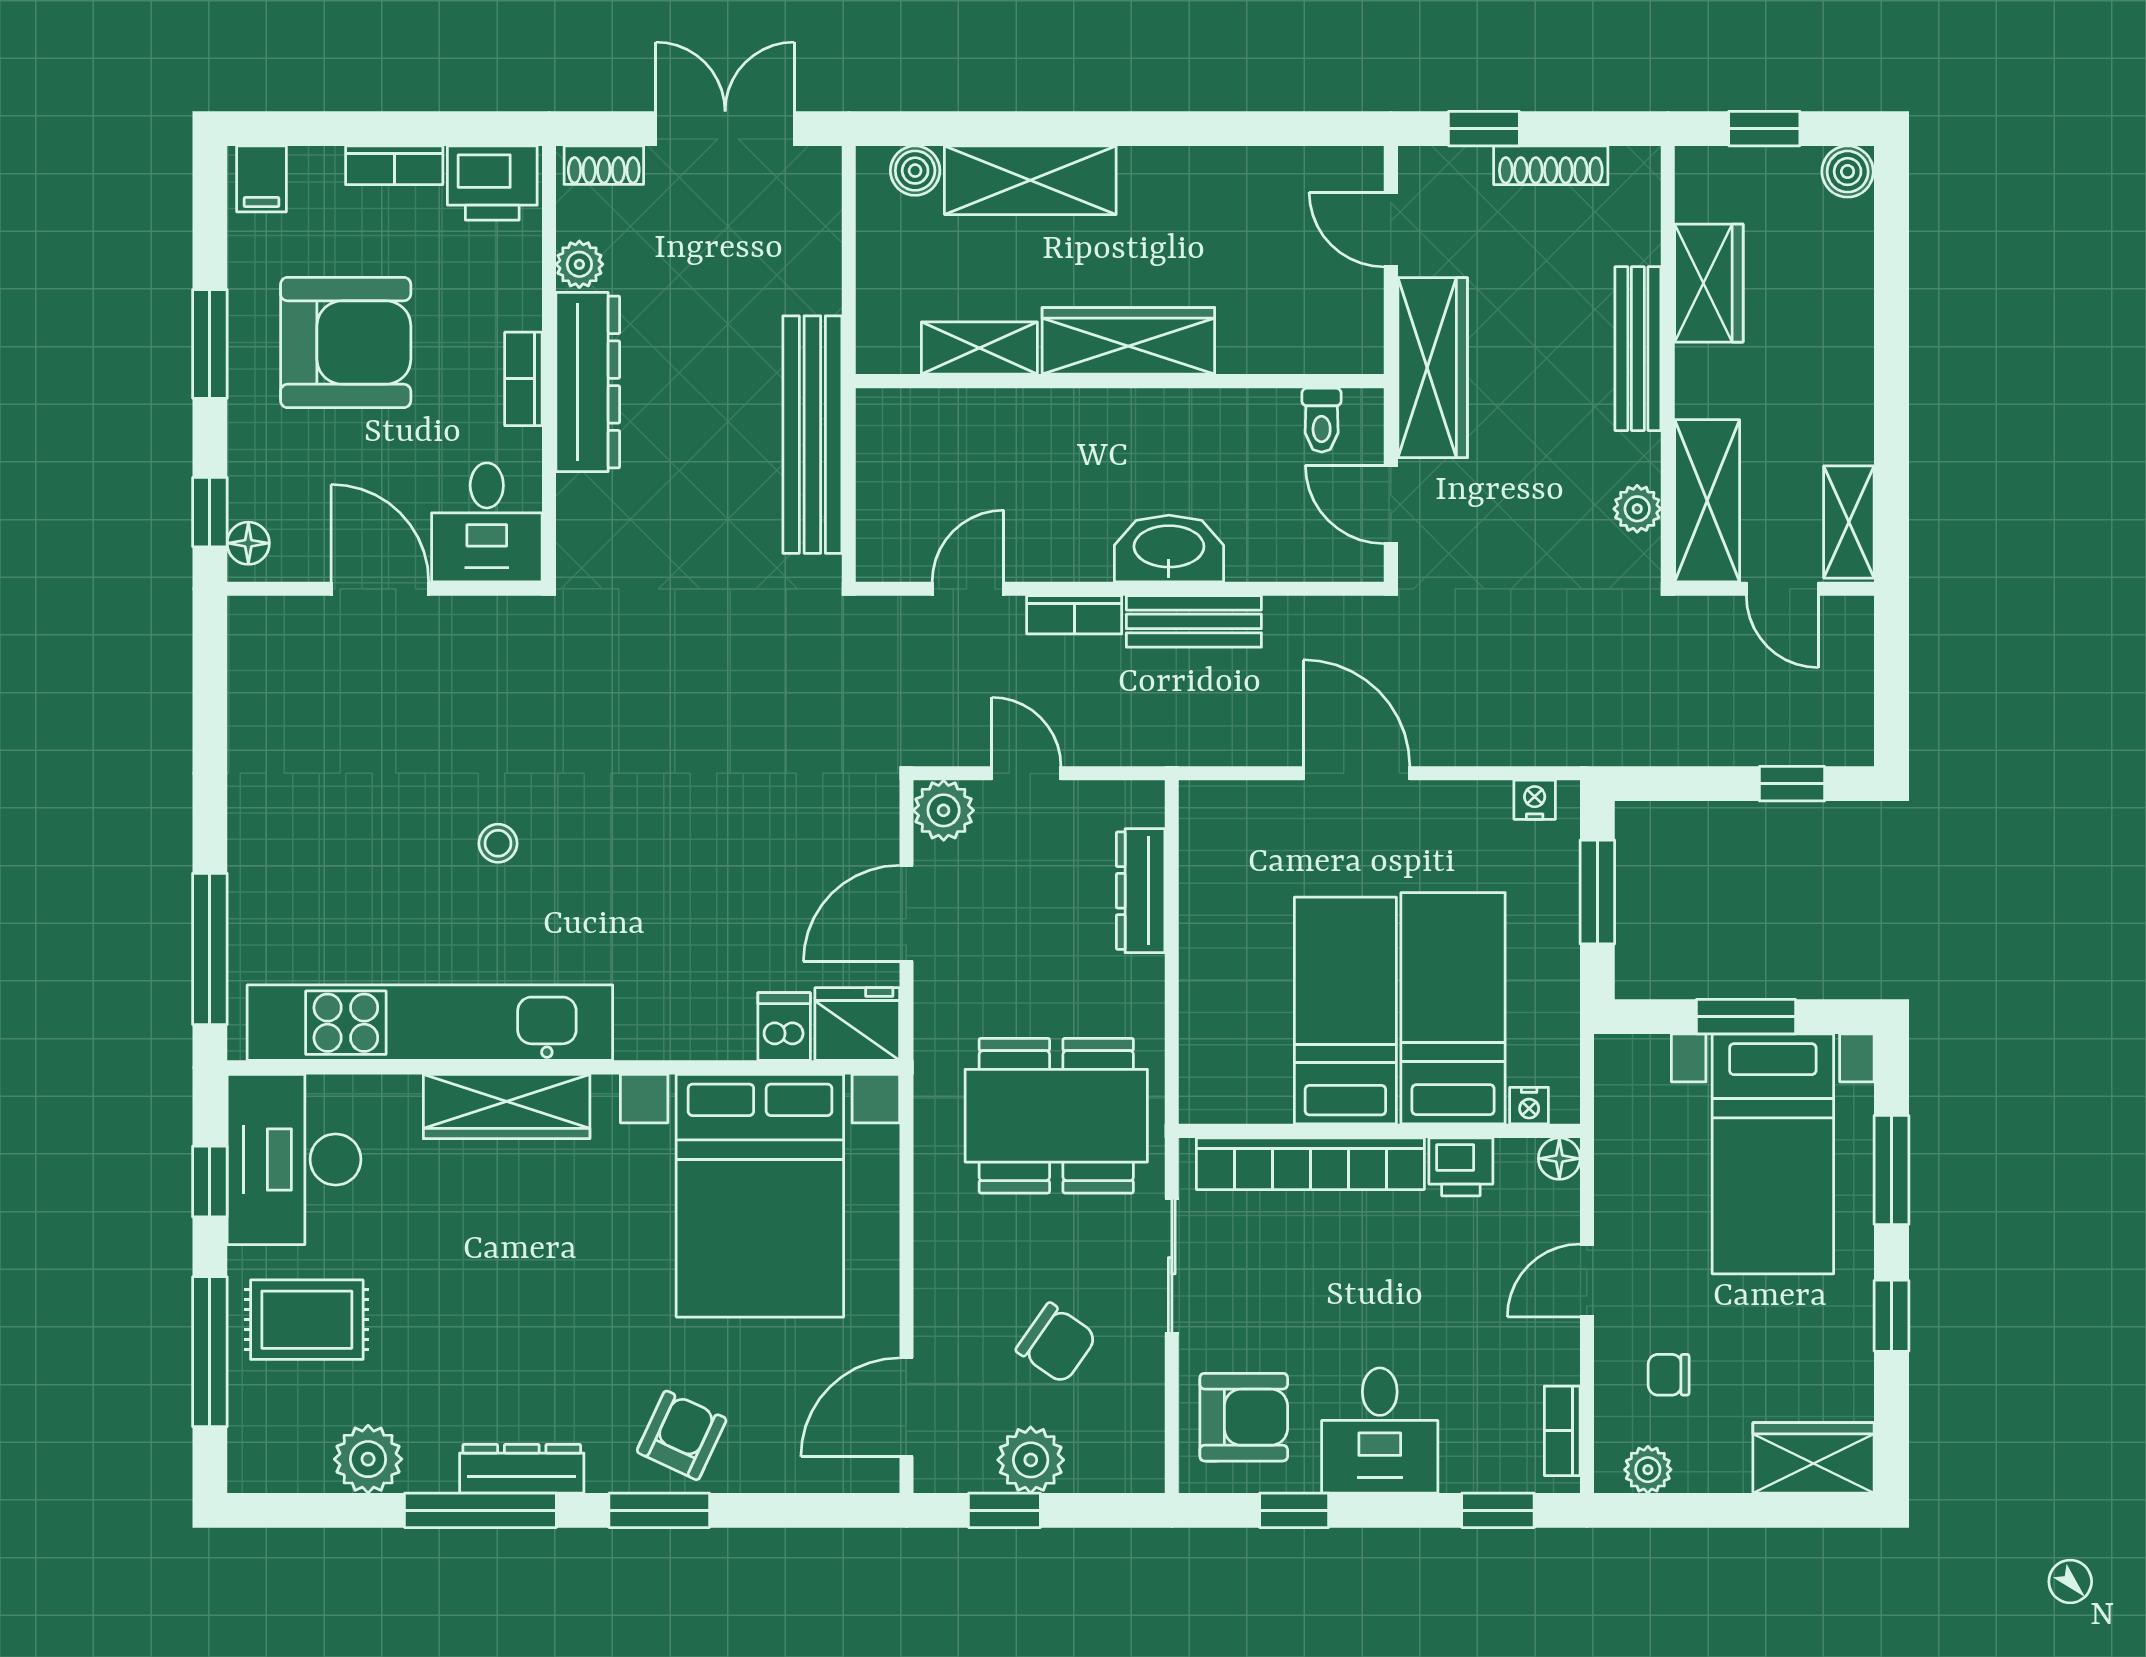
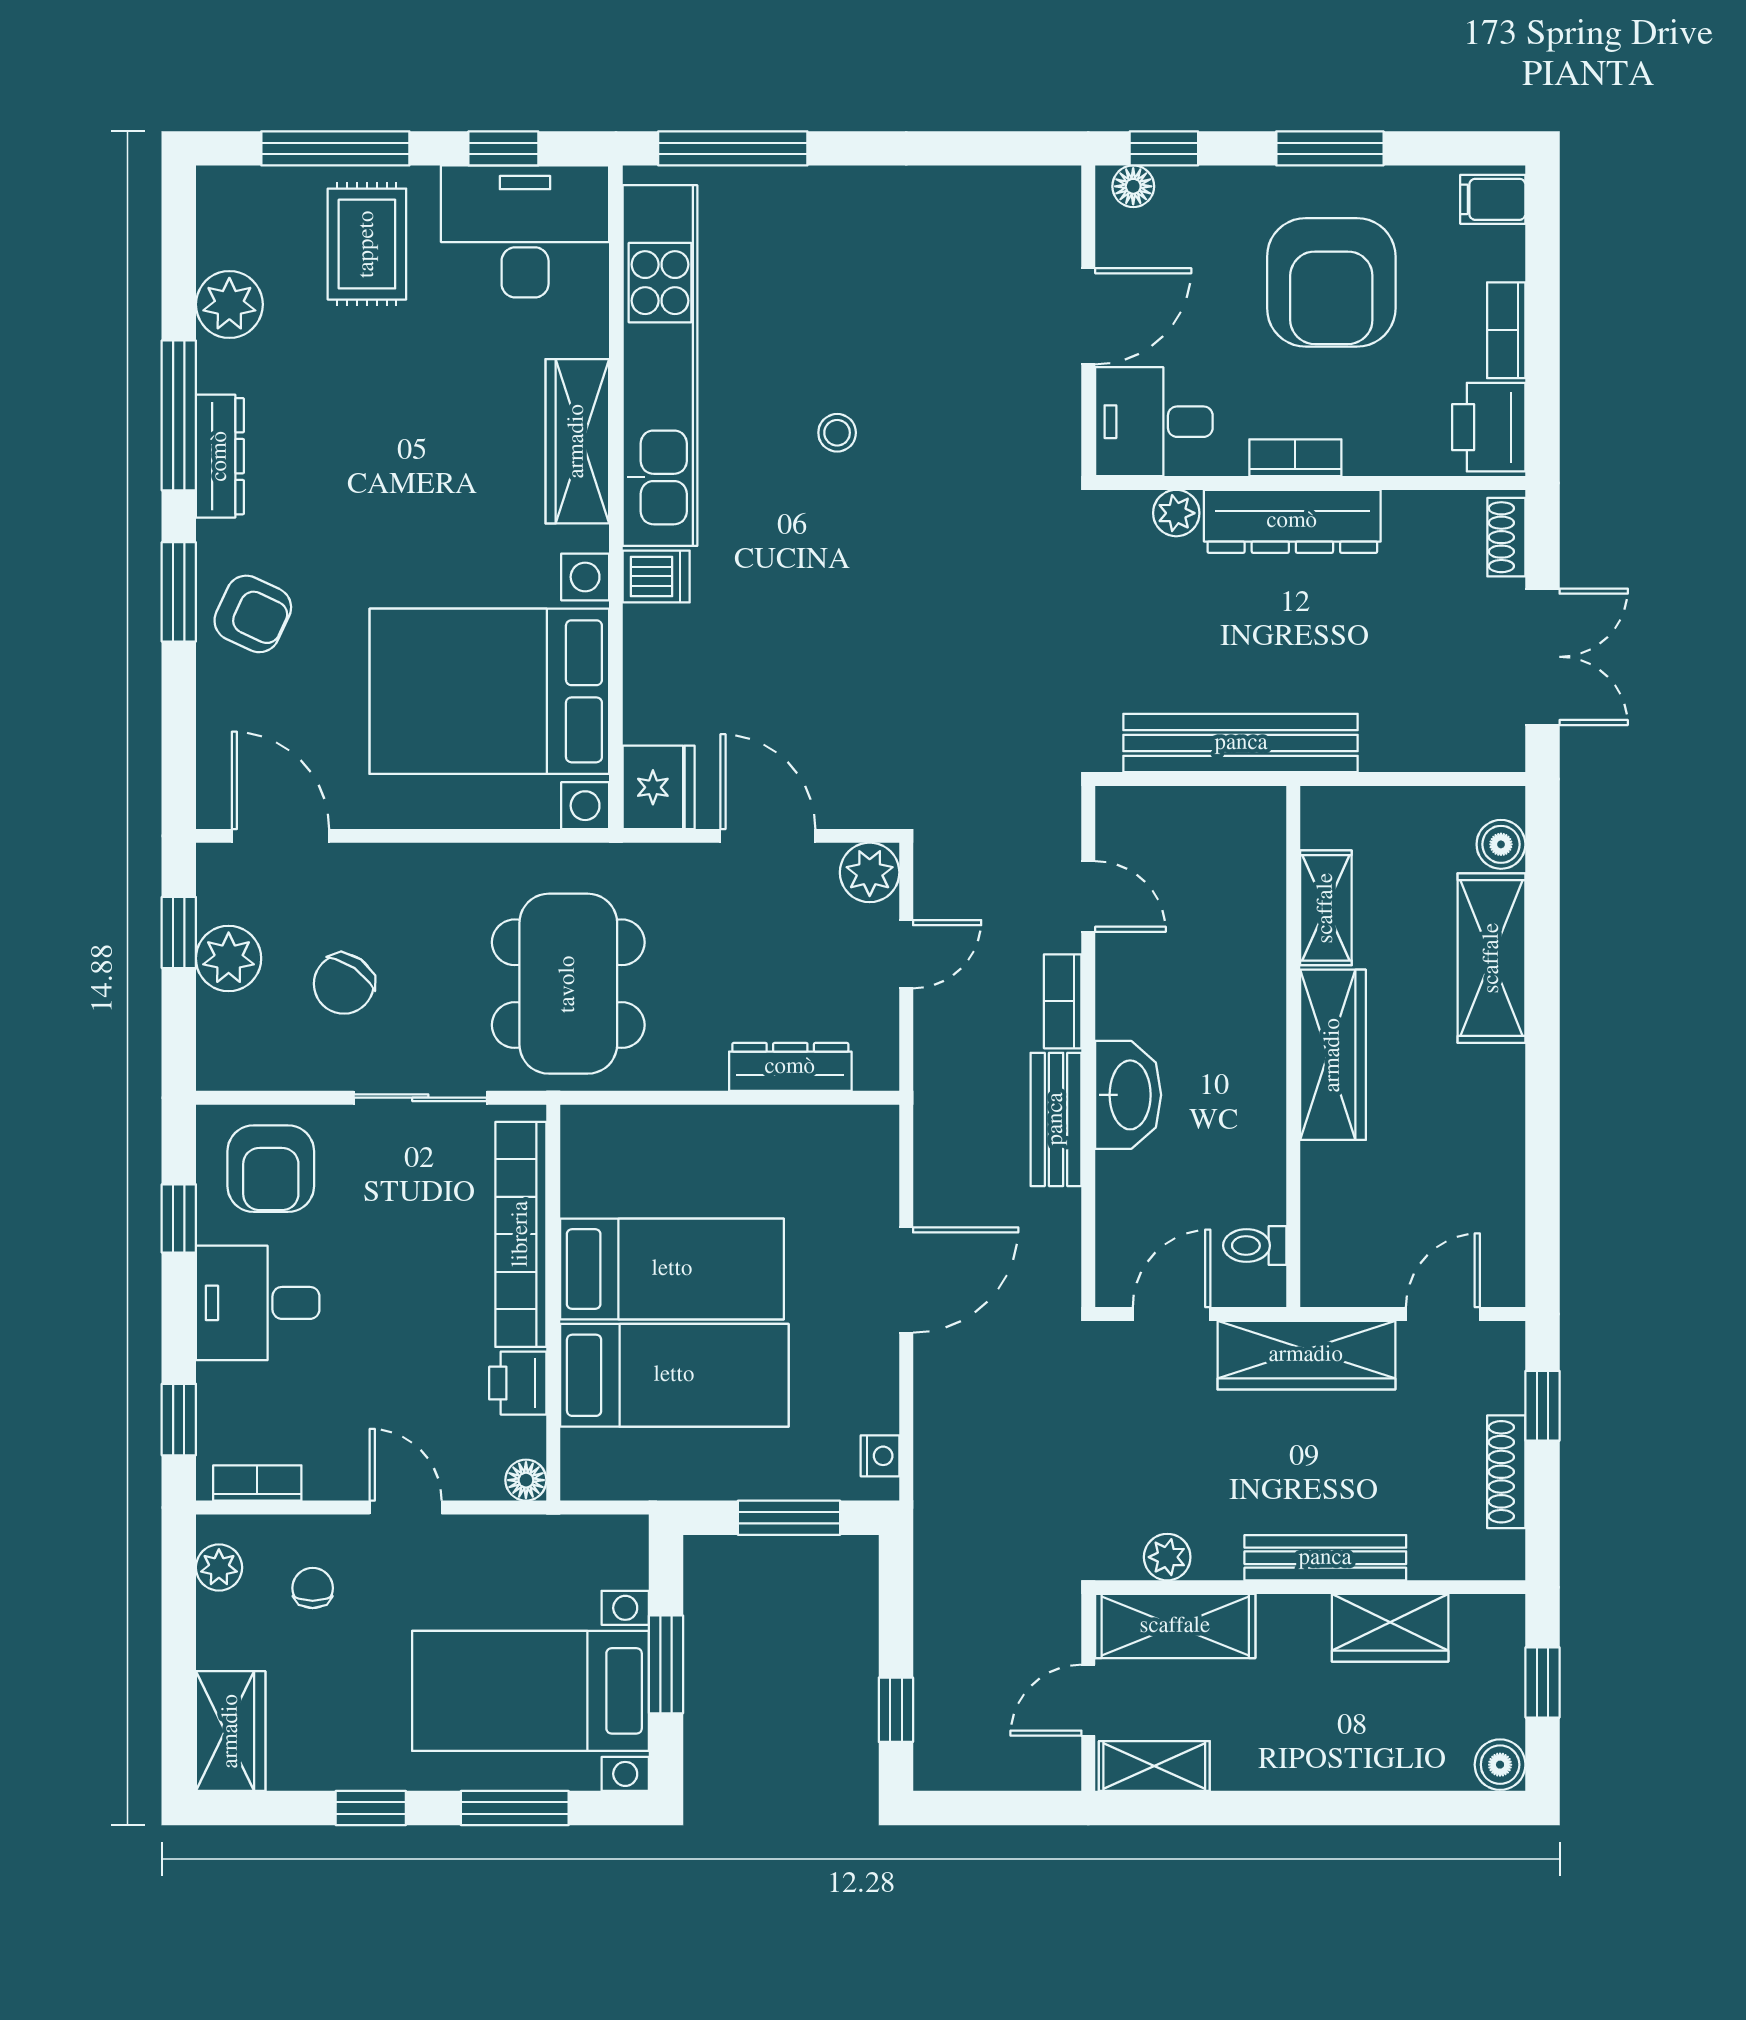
plant: (579, 264) -> (1176, 513), moved
dishwasher: (784, 1027) -> (656, 576), moved
nightstand: (1529, 1106) -> (578, 1450), removed

